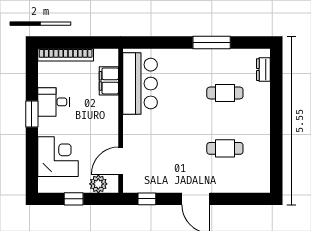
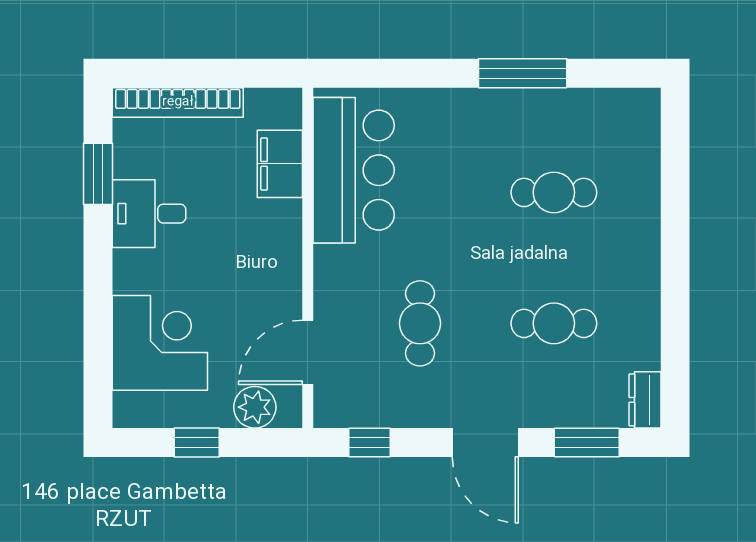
dresser: (263, 70) -> (645, 400), moved
window: (32, 114) -> (98, 174), moved
cafe table: (168, 148) -> (420, 323), added
window: (239, 199) -> (587, 443), added

